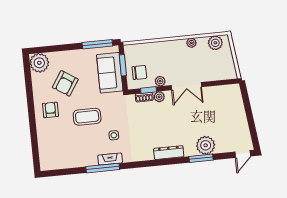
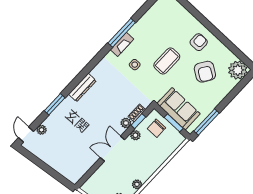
armchair: (65, 83) -> (205, 72), turned 180
armchair: (50, 110) -> (199, 42), turned -90
plant: (206, 145) -> (42, 130), moved, width x0.53, depth x0.53

